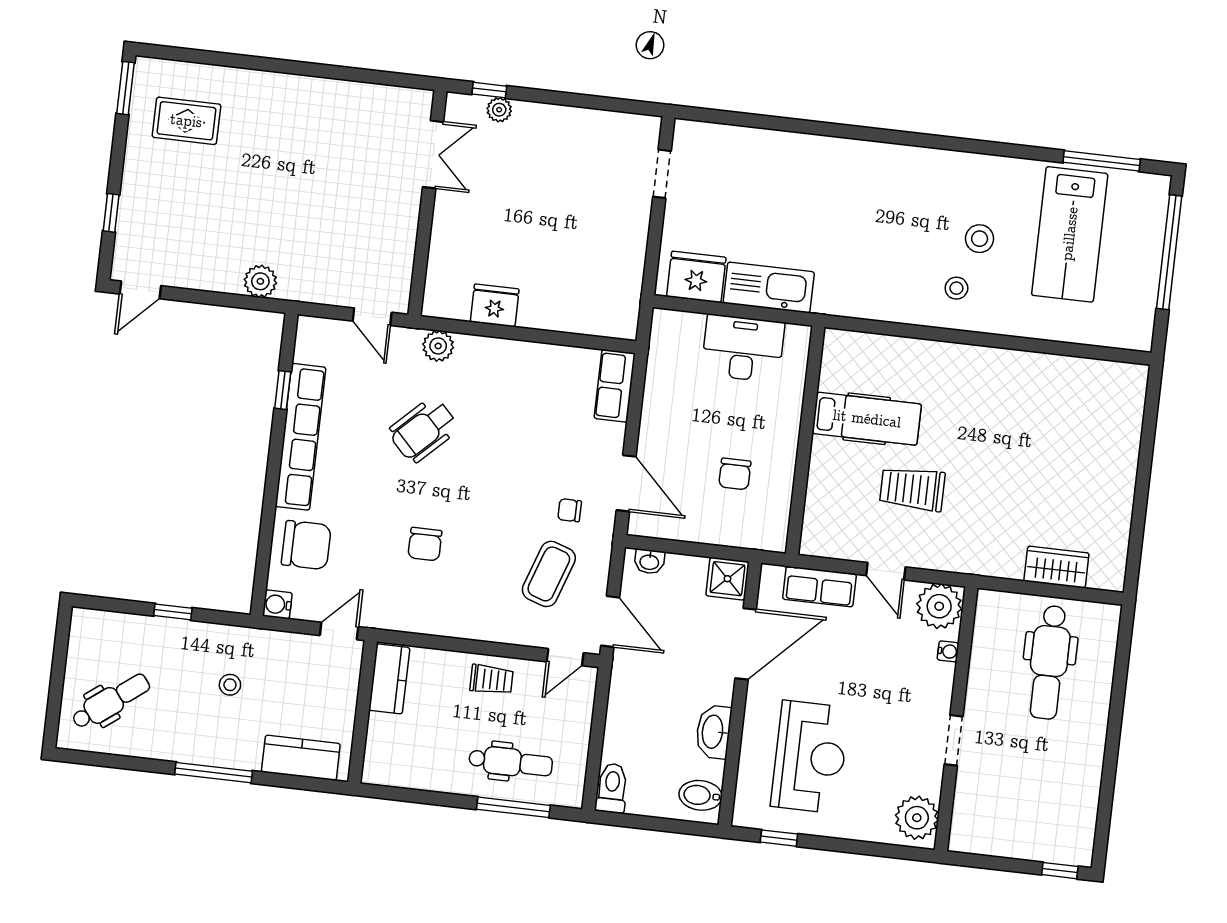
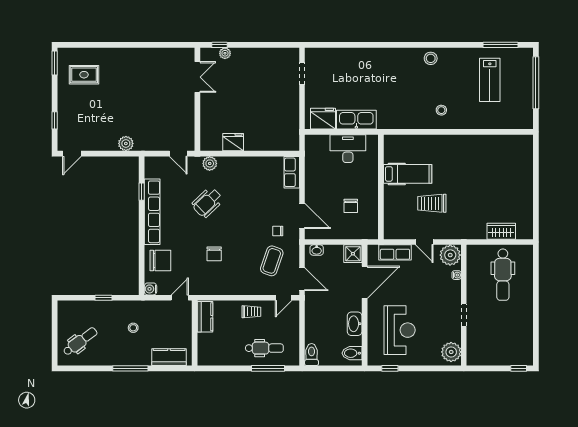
lab bench: (1070, 234) -> (490, 80), width x0.73, depth x0.72
stool: (980, 239) -> (431, 58), moved

